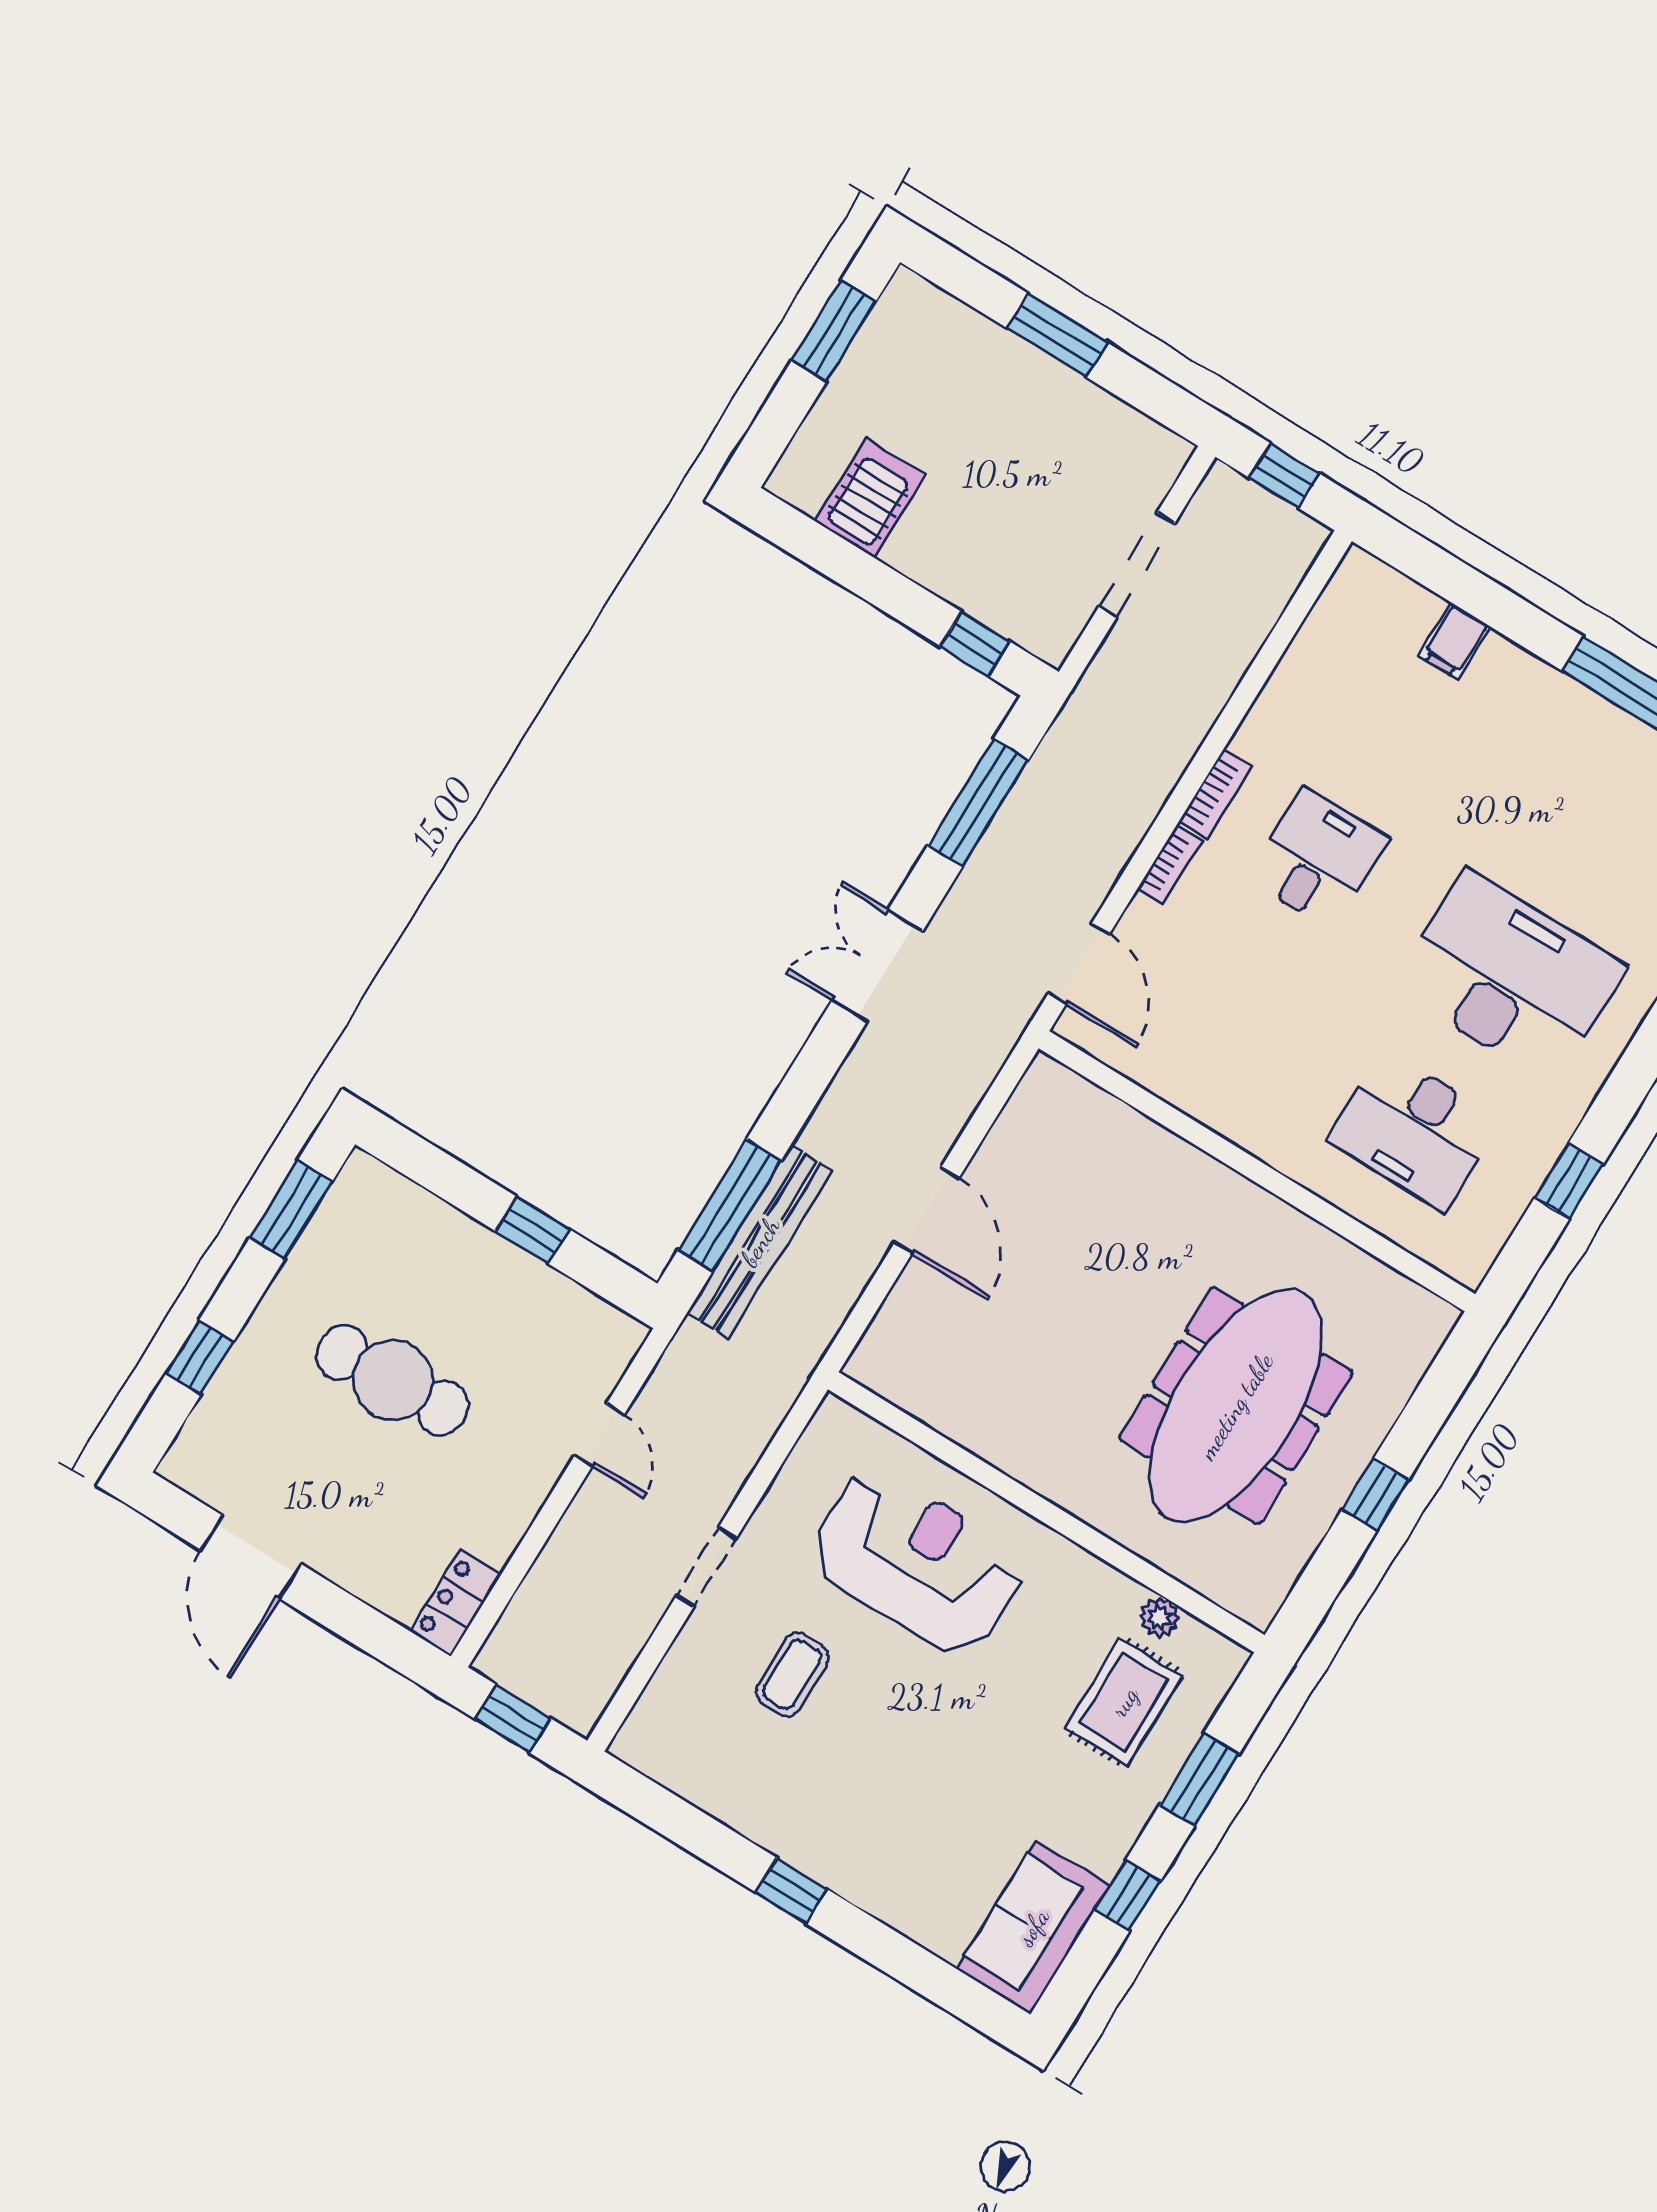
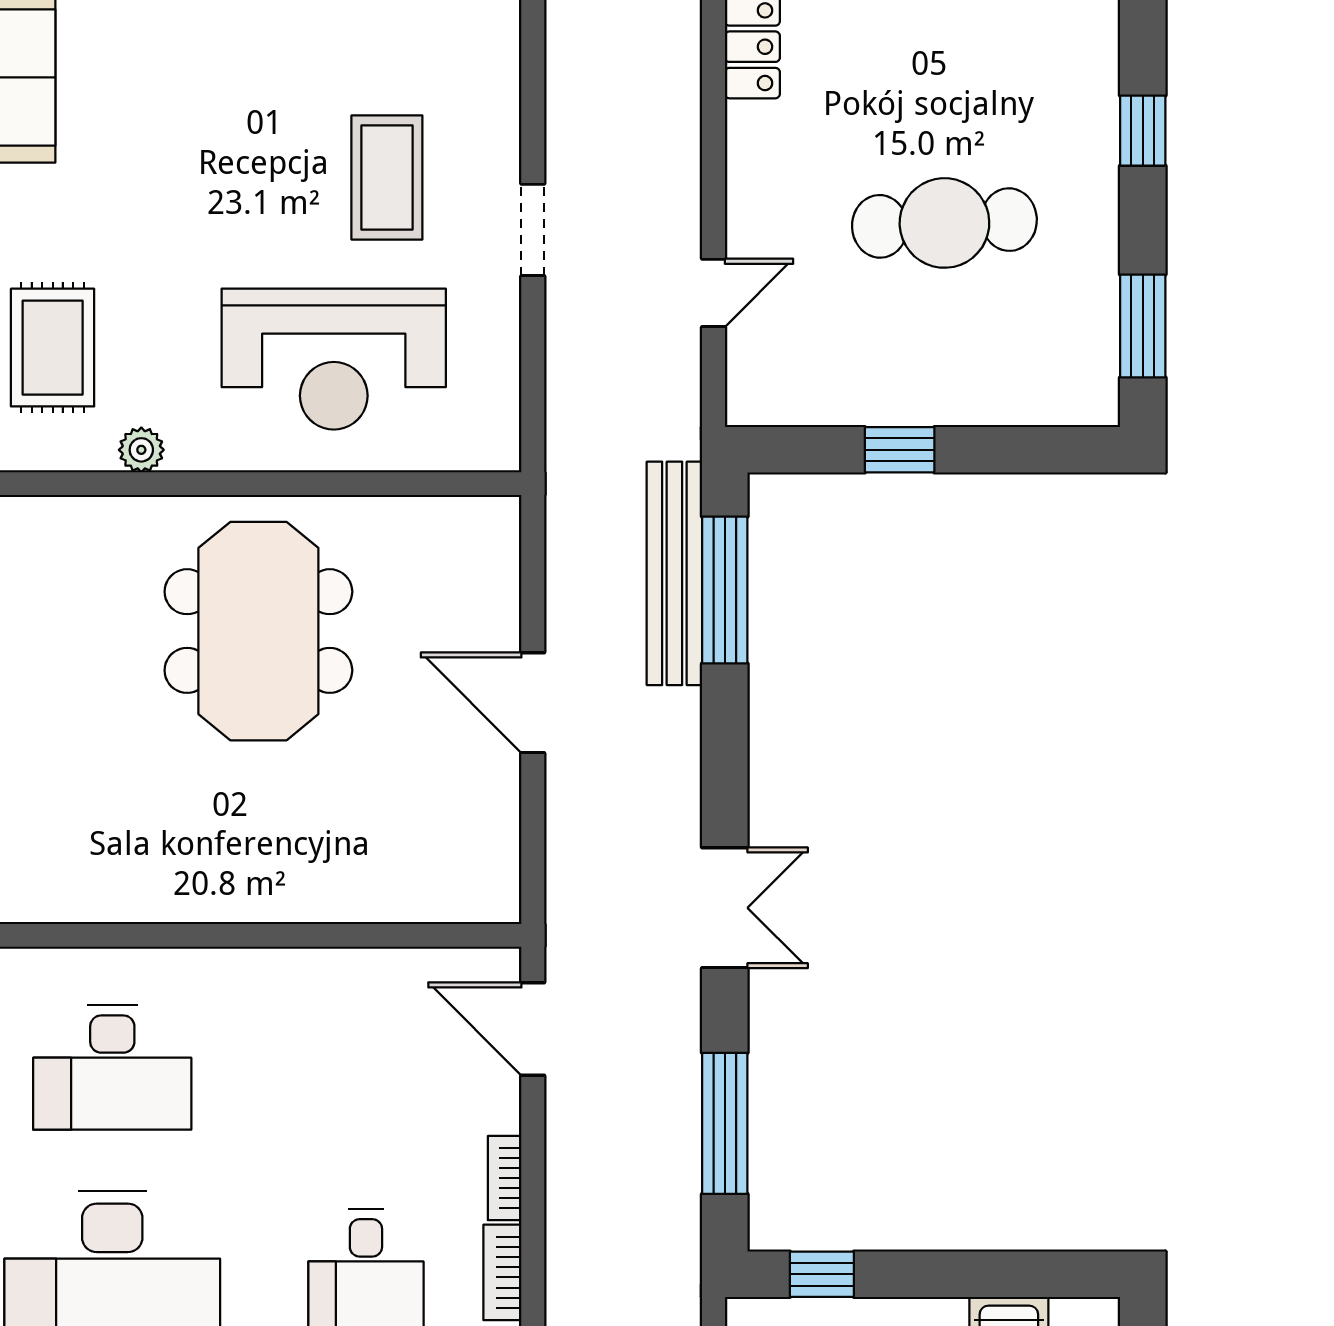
desk: (1414, 1131) -> (112, 1068), turned 180
meeting table: (1236, 1406) -> (258, 631), moved, width x0.73
door: (599, 1435) -> (714, 293), swing flipped
plant: (1159, 1617) -> (141, 450), moved
coffee table: (792, 1674) -> (387, 177), width x1.36, depth x1.30

